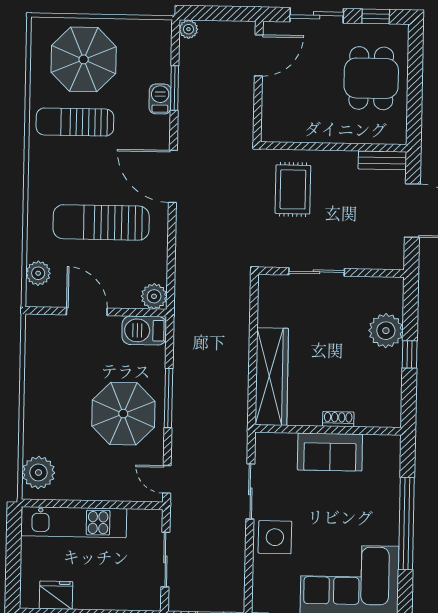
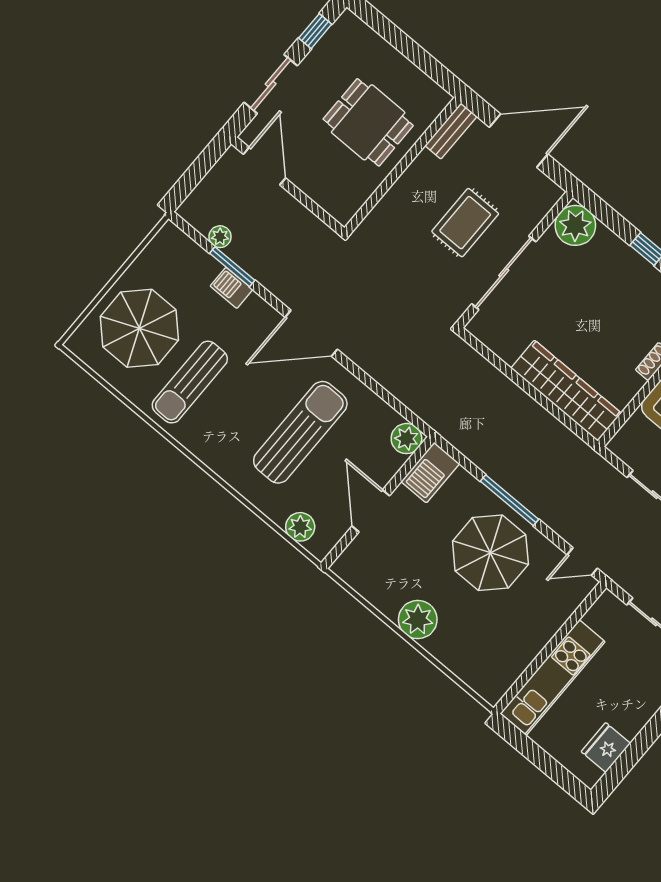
plant: (188, 29) -> (220, 237), moved
dining table: (371, 78) -> (368, 122), moved
rug: (293, 189) -> (465, 223), moved, turned 90
sun lounger: (101, 222) -> (300, 432), turned 180
sliding door: (317, 272) -> (504, 273), width x1.37
door: (87, 311) -> (371, 511), hinge flipped
plant: (386, 331) -> (575, 225), moved
plant: (38, 472) -> (418, 620), moved

